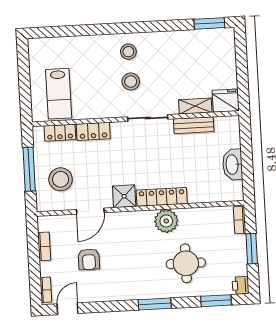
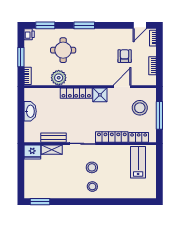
locker: (93, 131) -> (112, 137), width x1.53
plant: (166, 221) -> (59, 78), moved

